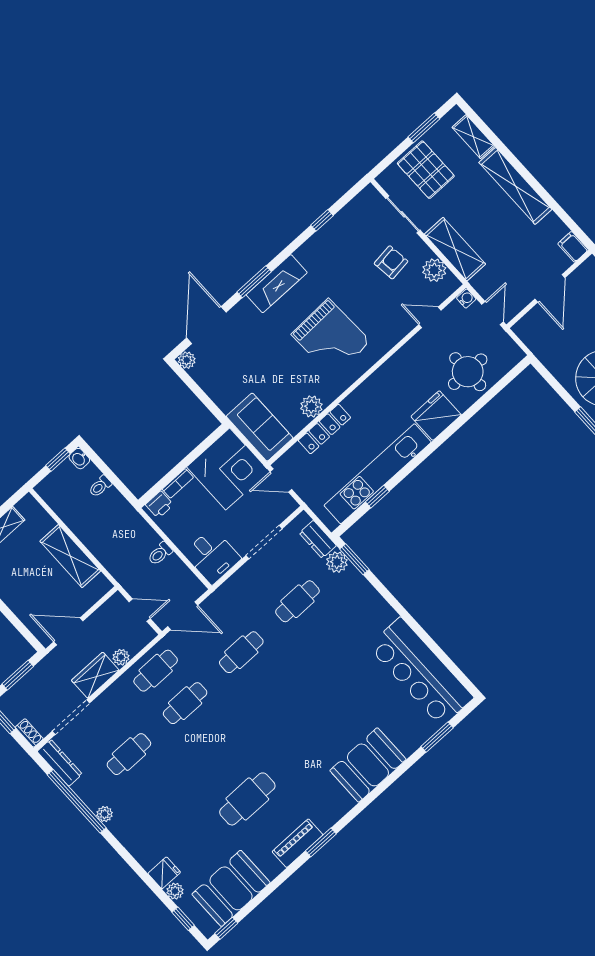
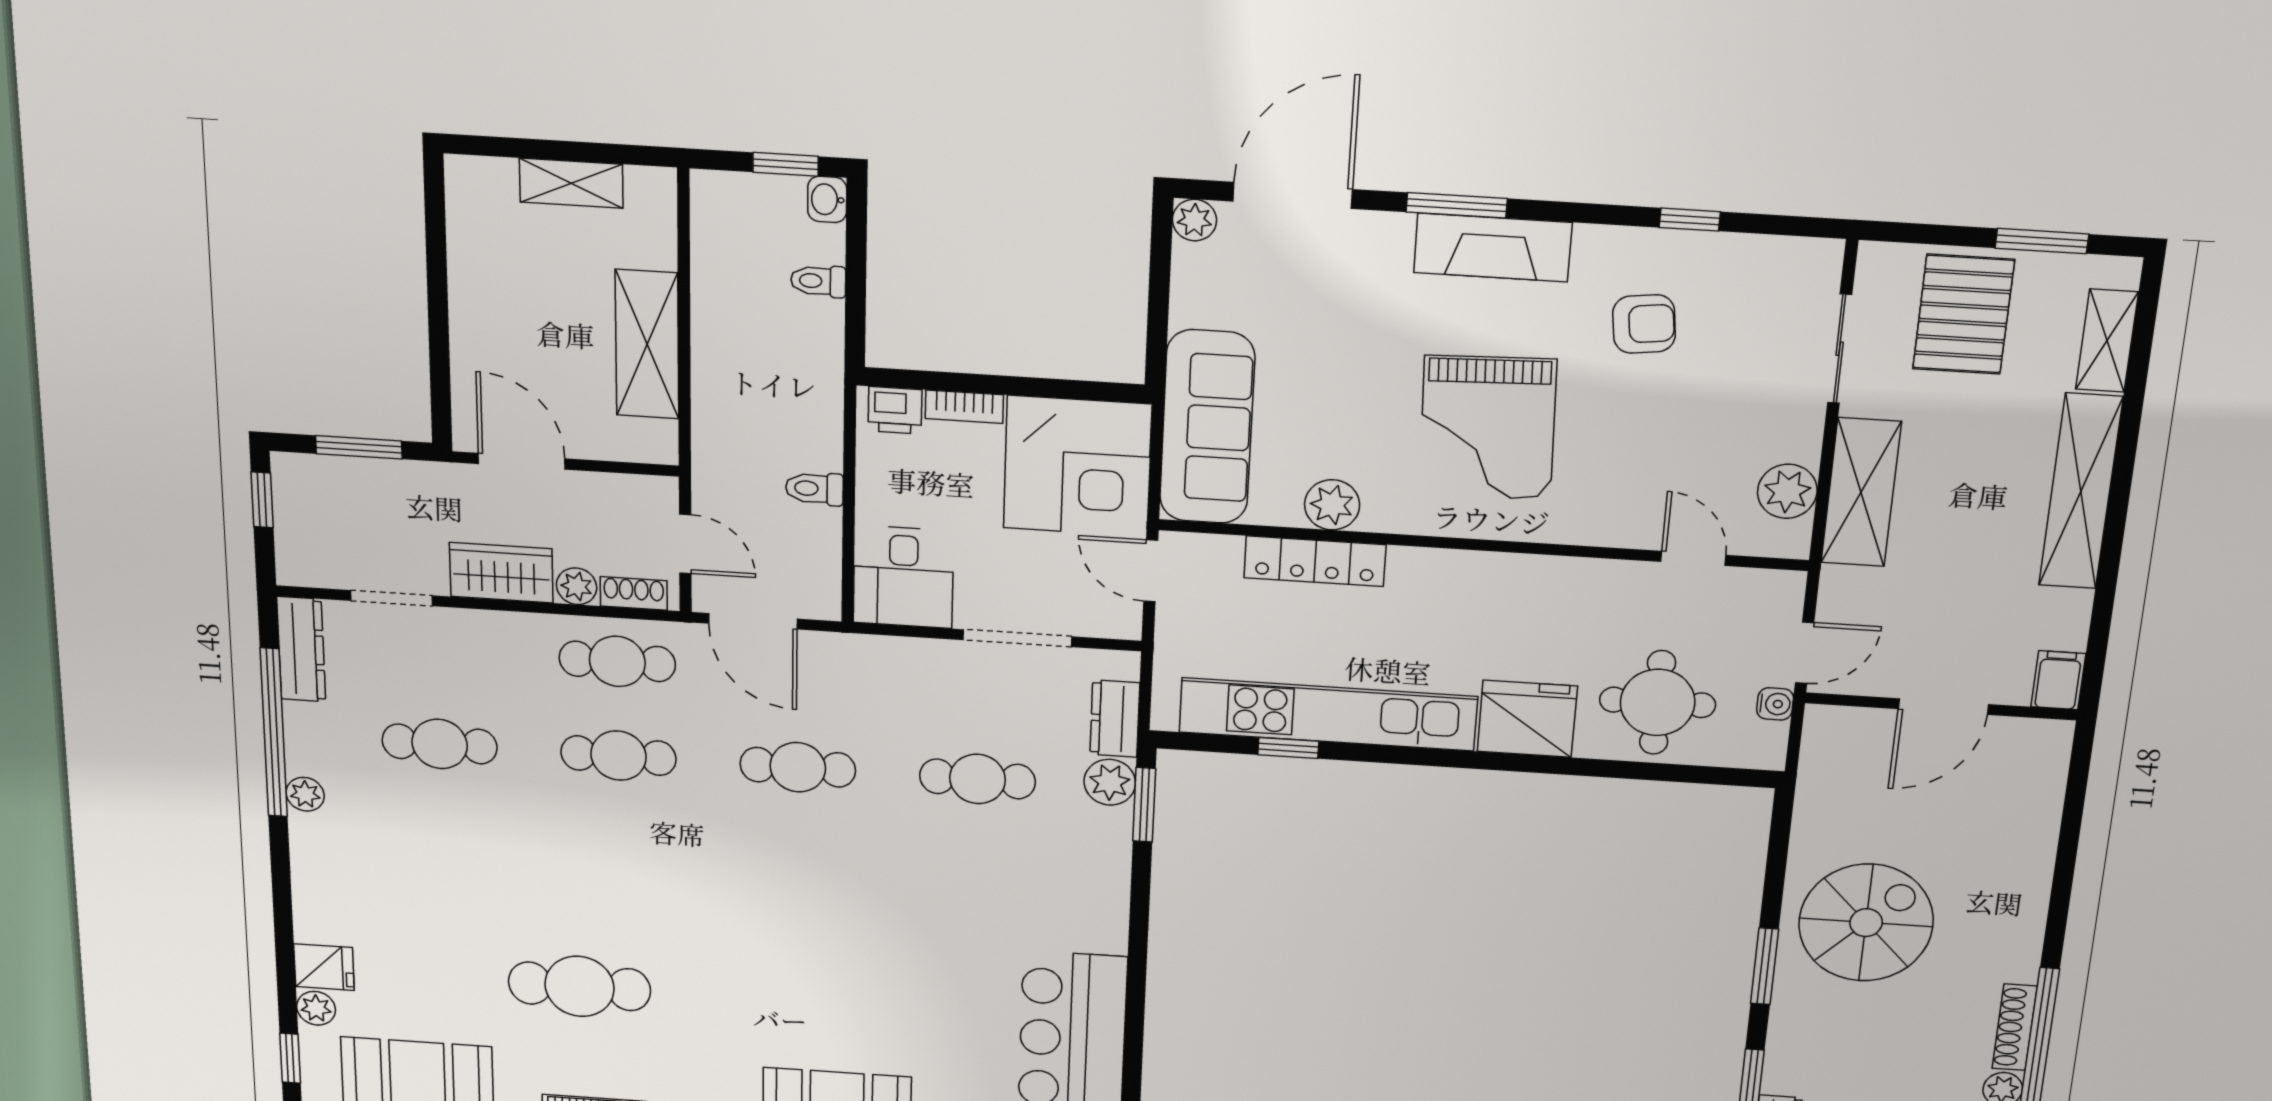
armchair: (391, 262) -> (1644, 324), moved
water cooler: (466, 299) -> (1775, 704), moved
sofa: (260, 427) -> (1207, 427), width x1.36
doorway: (71, 717) -> (391, 598), width x0.73
shoe rack: (29, 733) -> (634, 593), moved, turned -90

